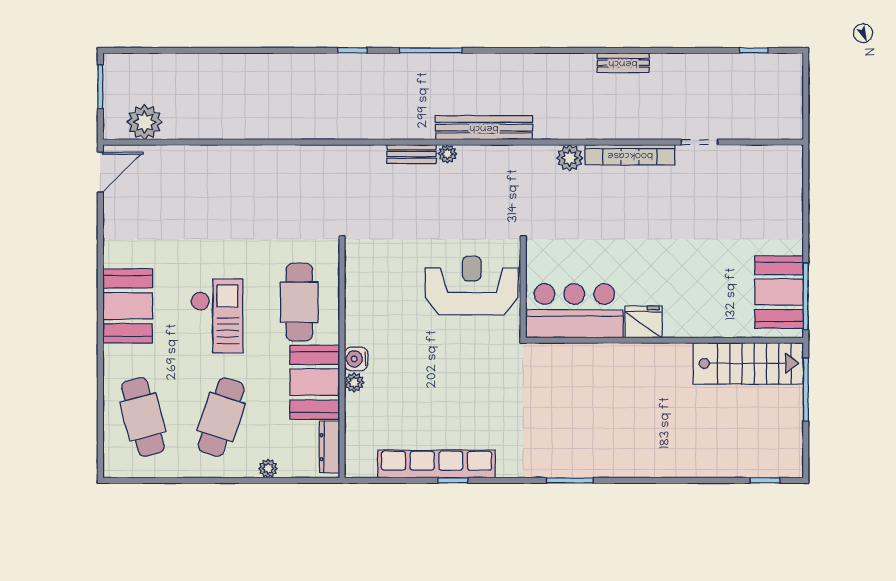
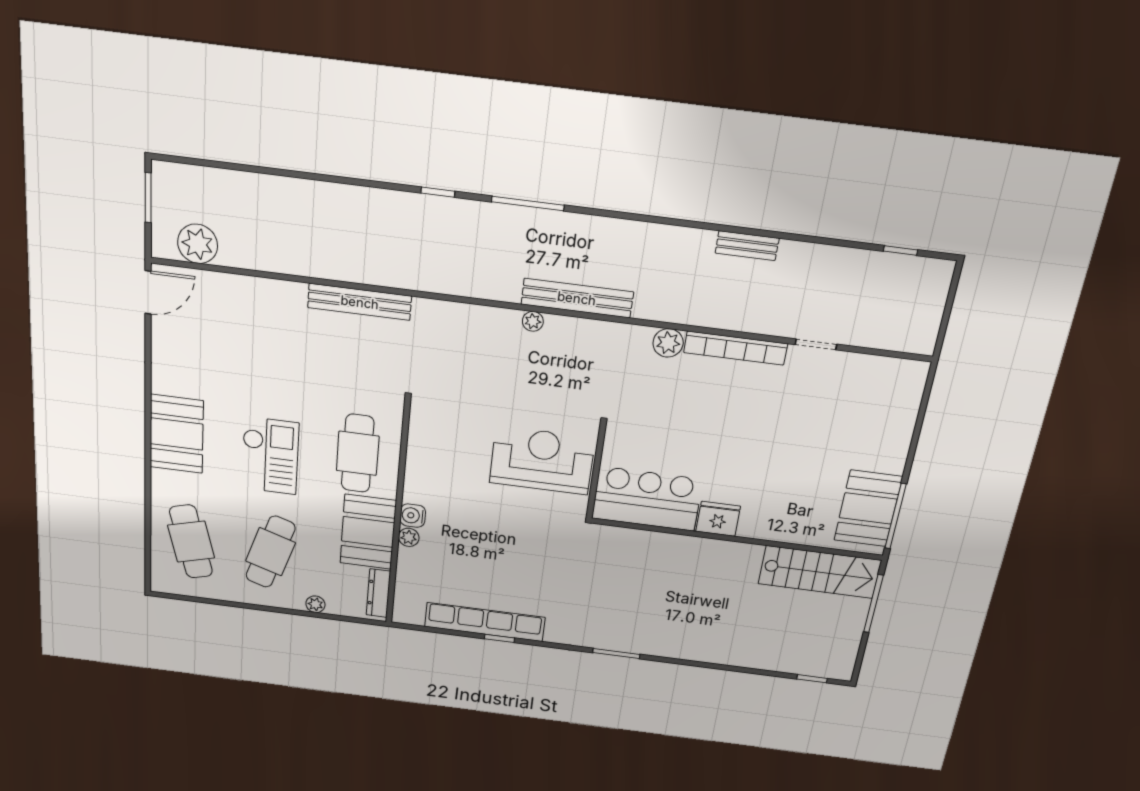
bench: (412, 154) -> (360, 302), moved, width x1.86, depth x1.21

